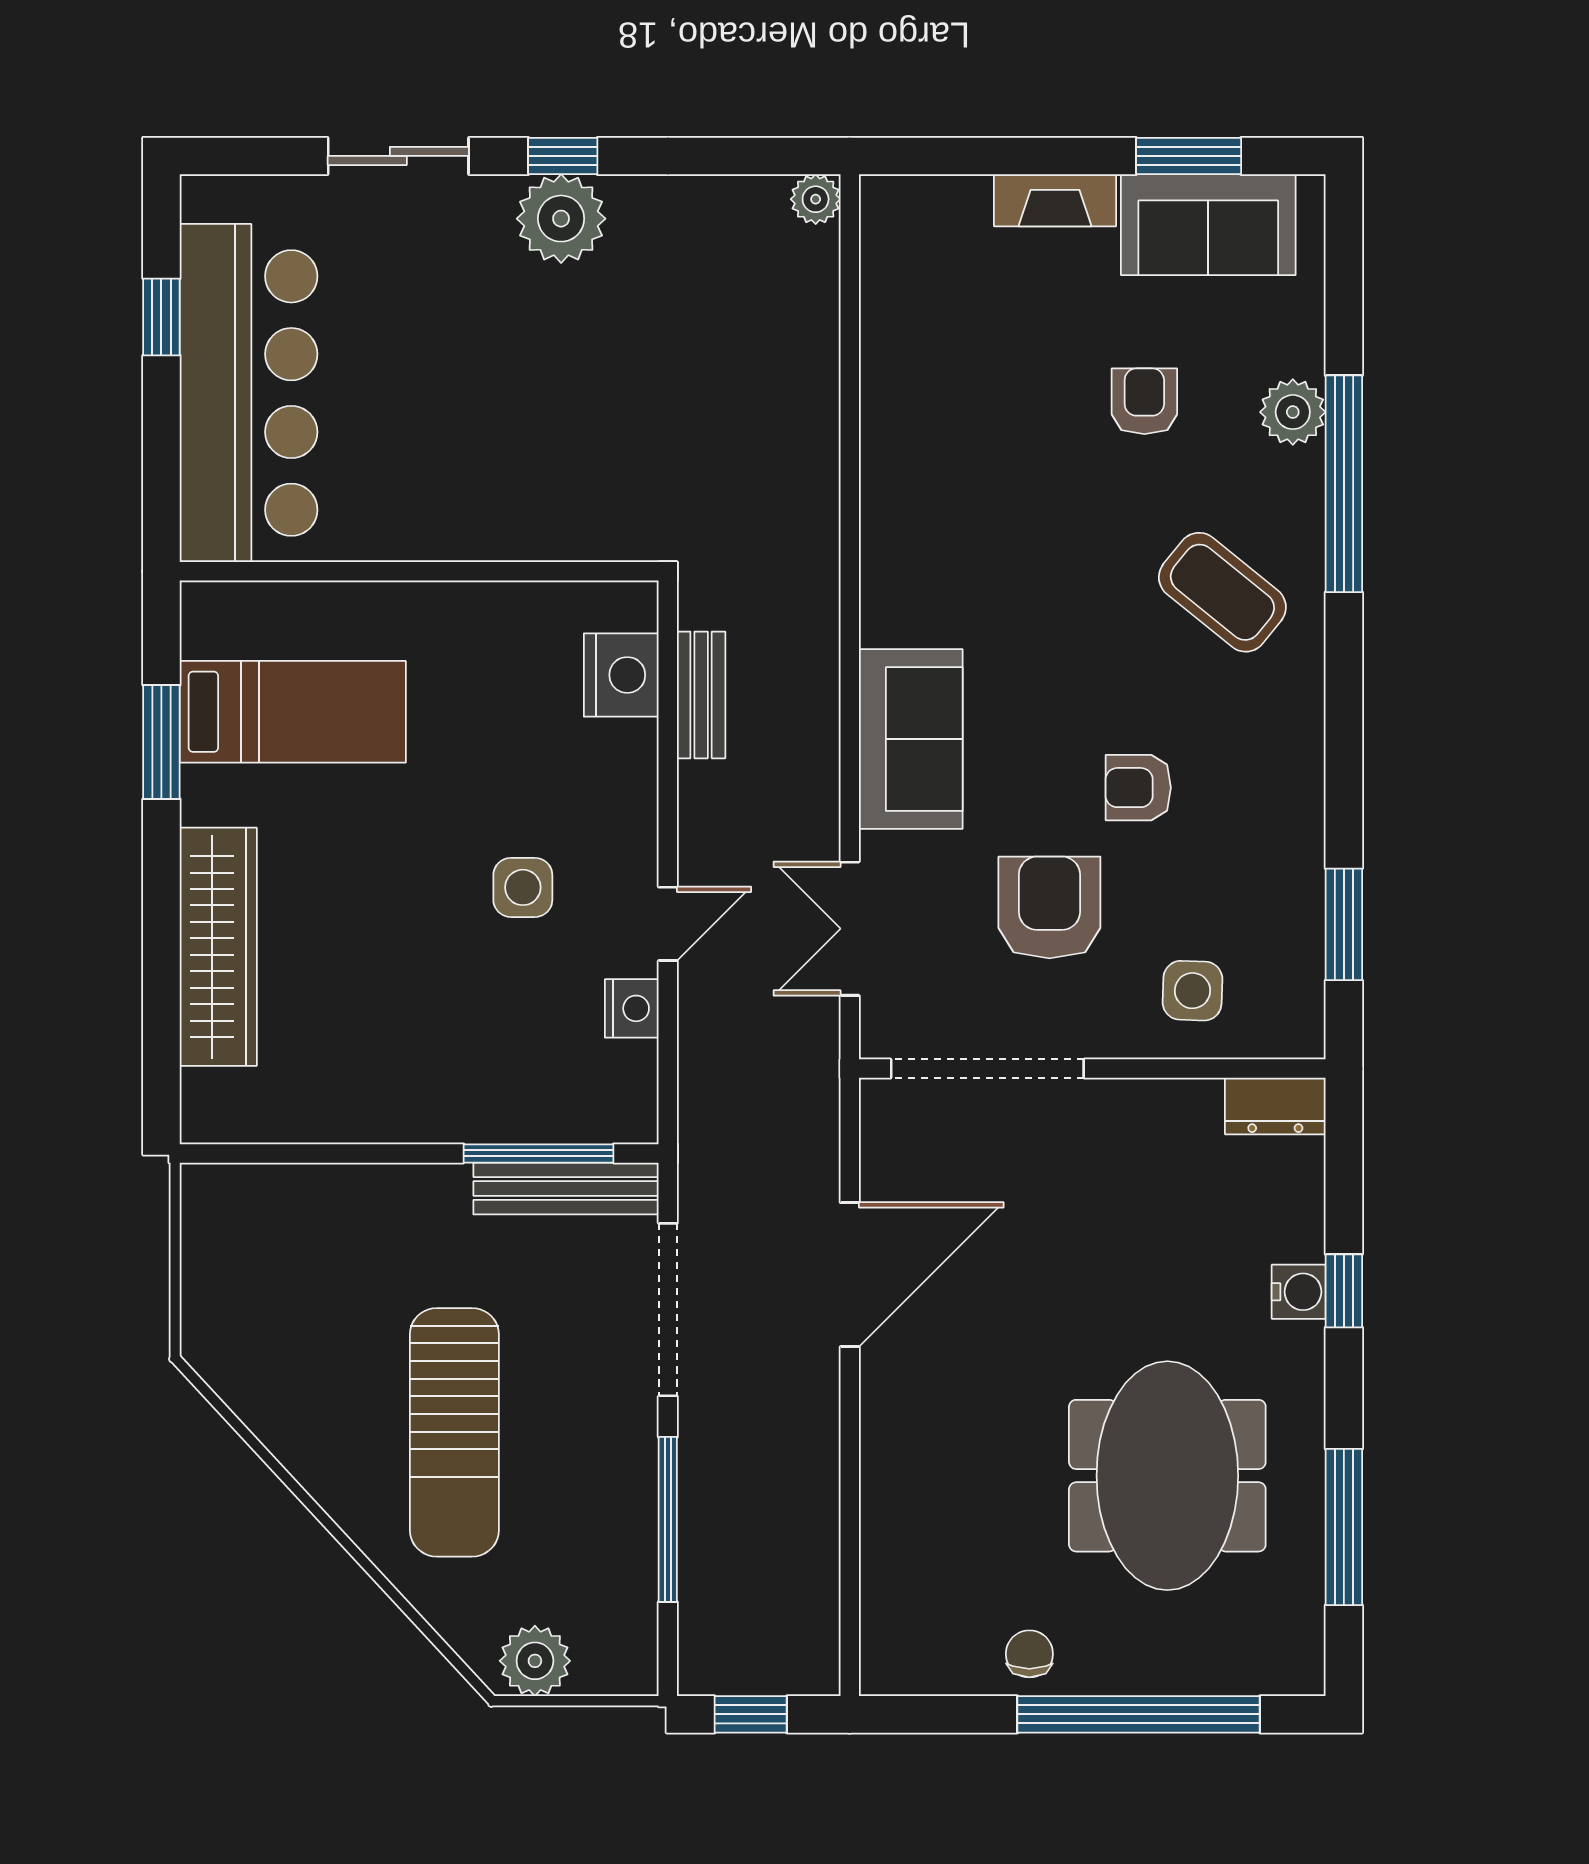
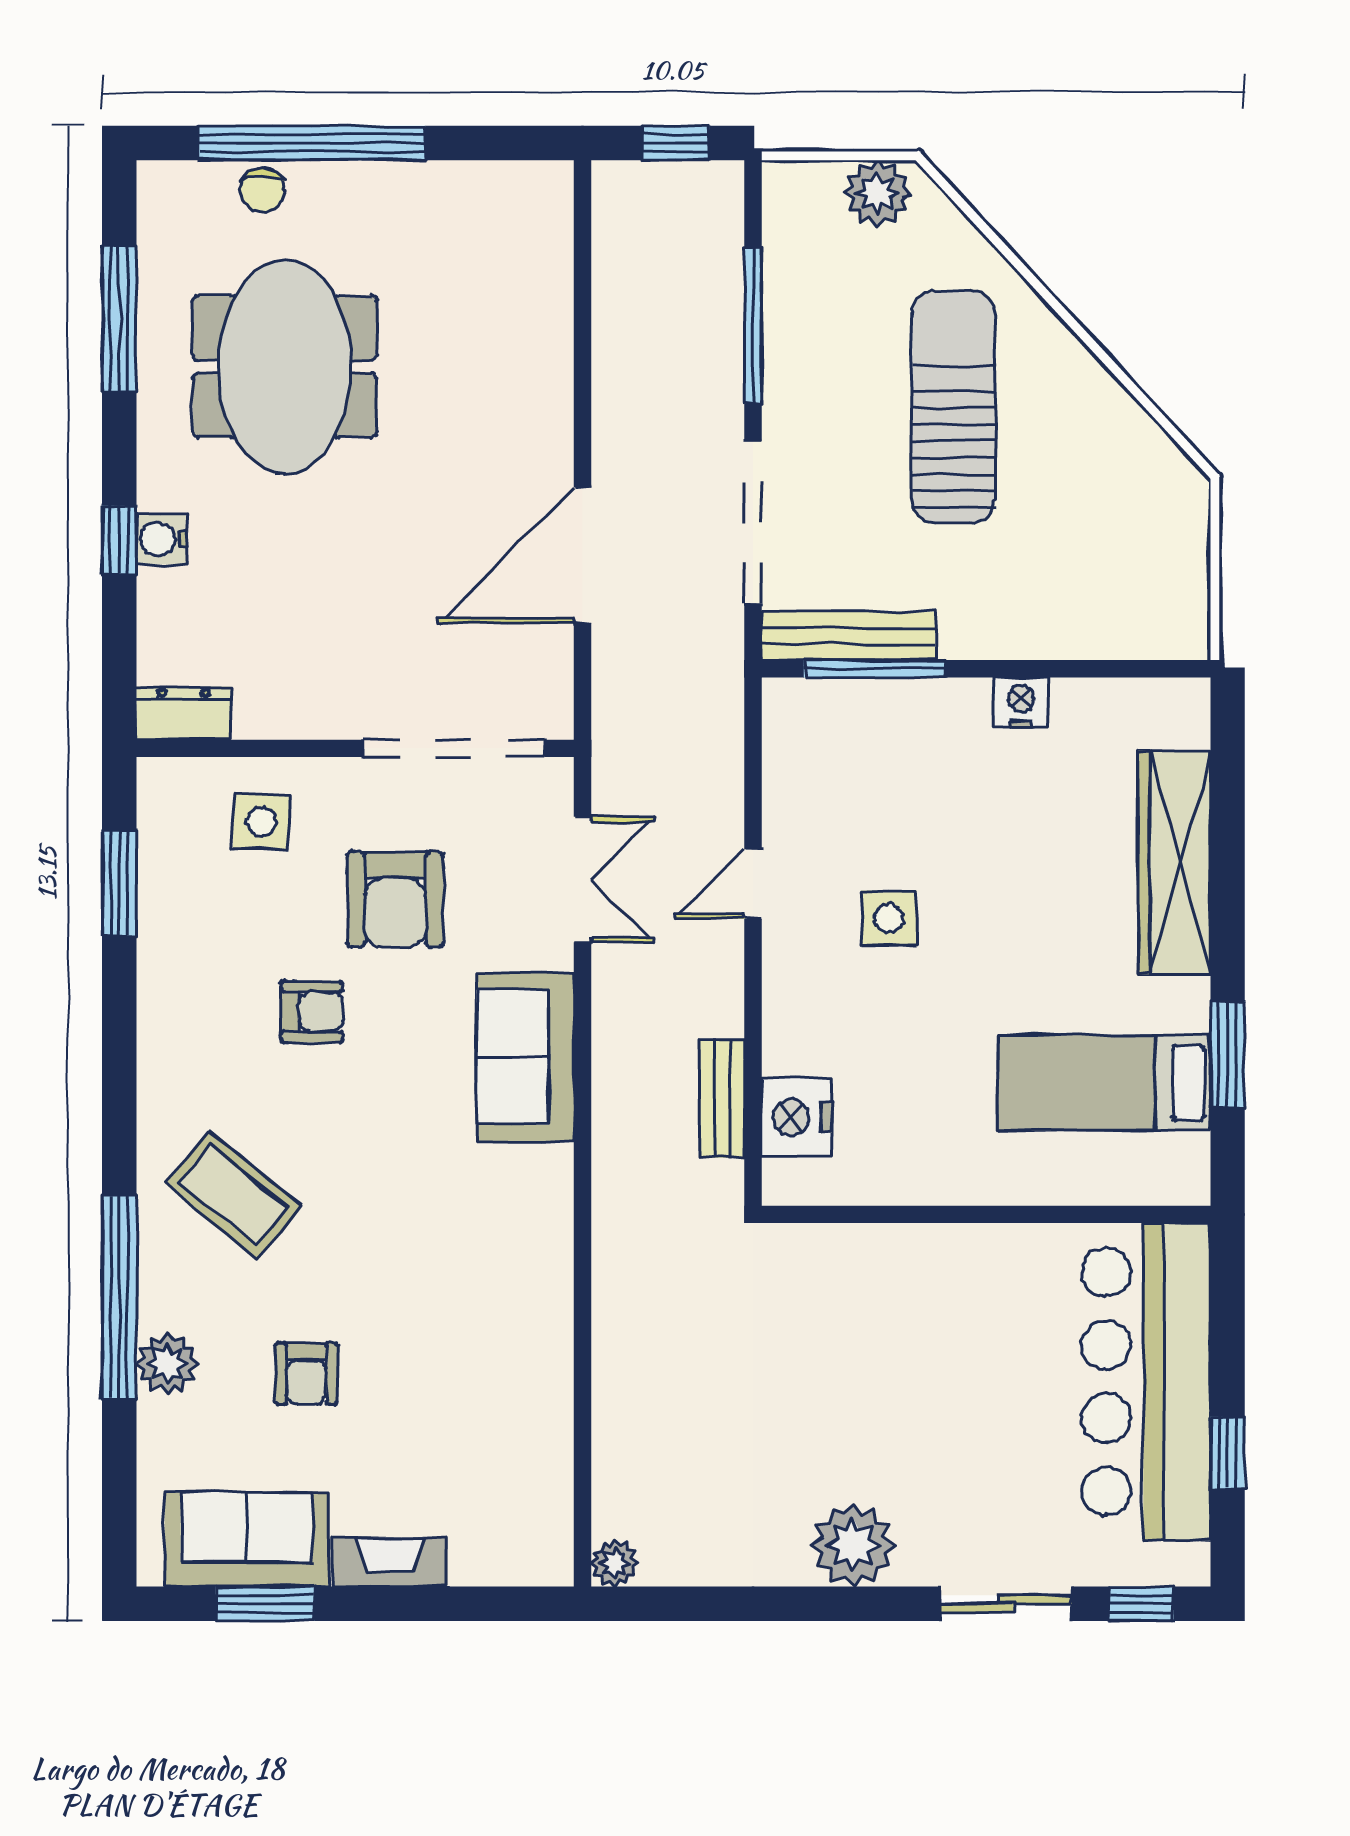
window: (563, 156) -> (1141, 1604), moved
nightstand: (632, 1008) -> (1021, 703), moved, turned 90
chair: (1029, 1654) -> (262, 190), moved

